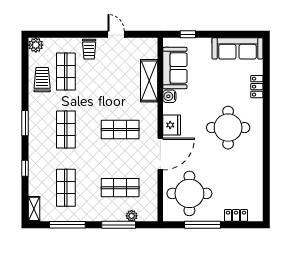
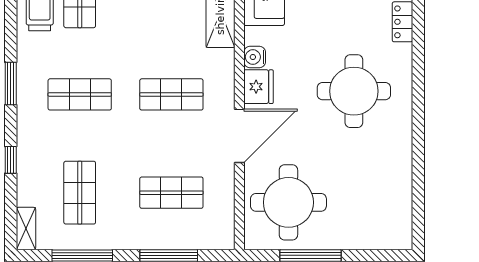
water cooler: (169, 96) -> (255, 57), moved
shop shelf: (66, 130) -> (80, 94), turned 90
locker: (236, 215) -> (367, 240), removed
plant: (132, 216) -> (191, 240), removed

